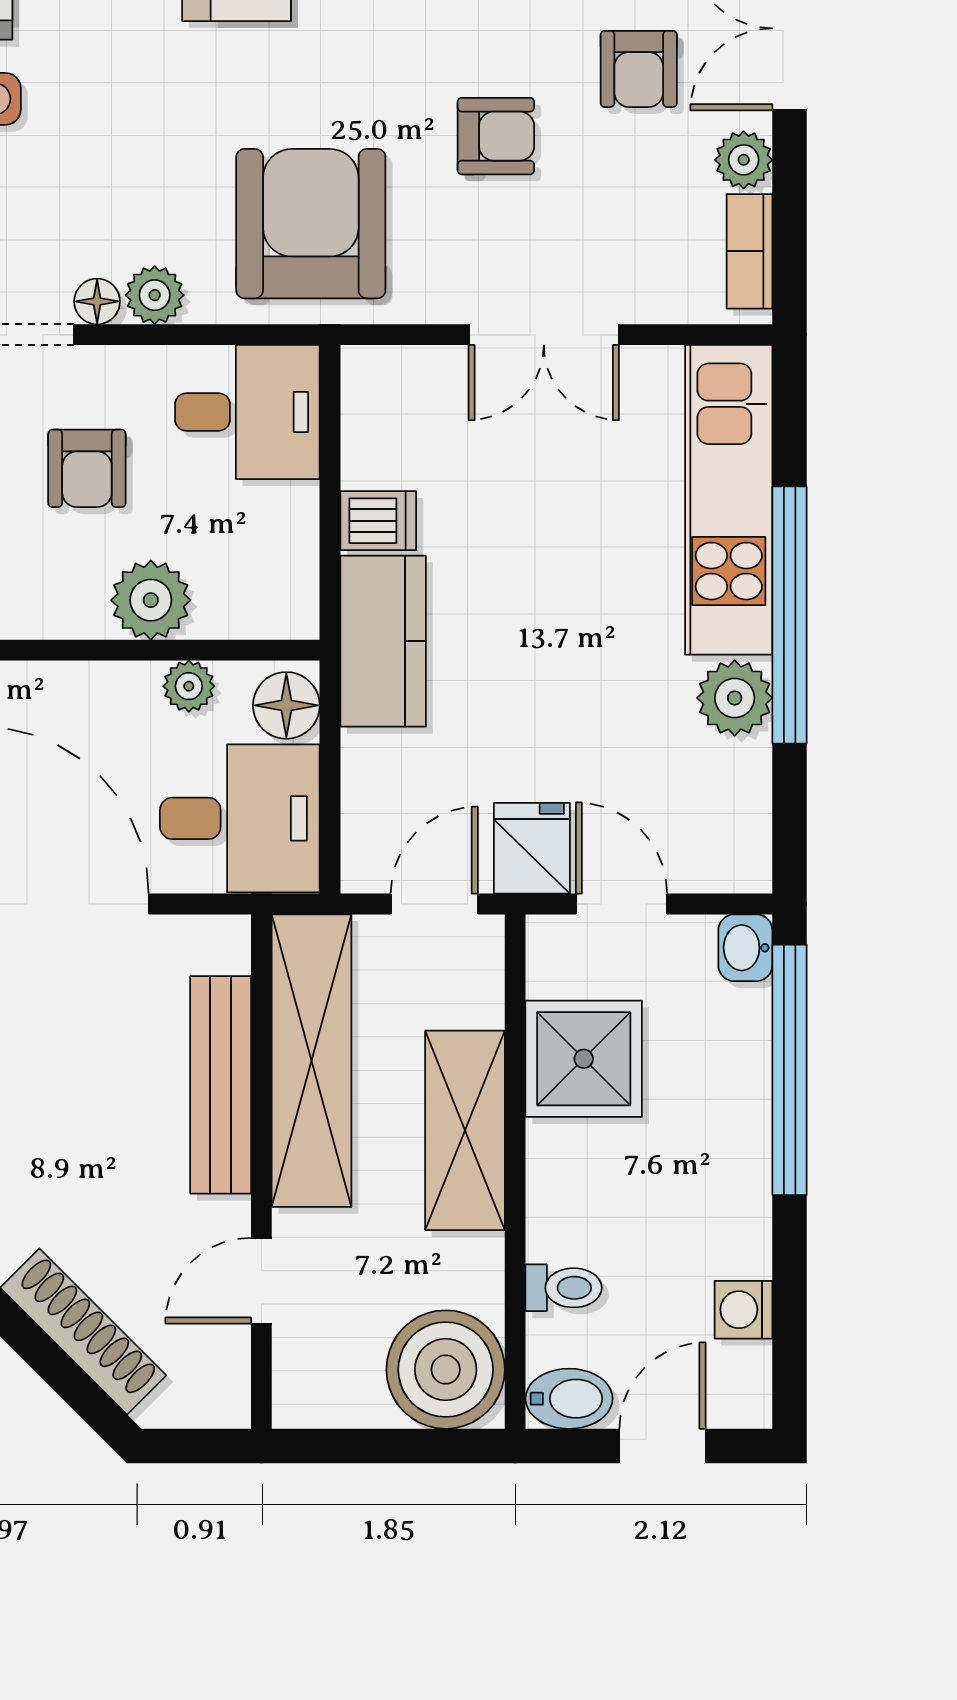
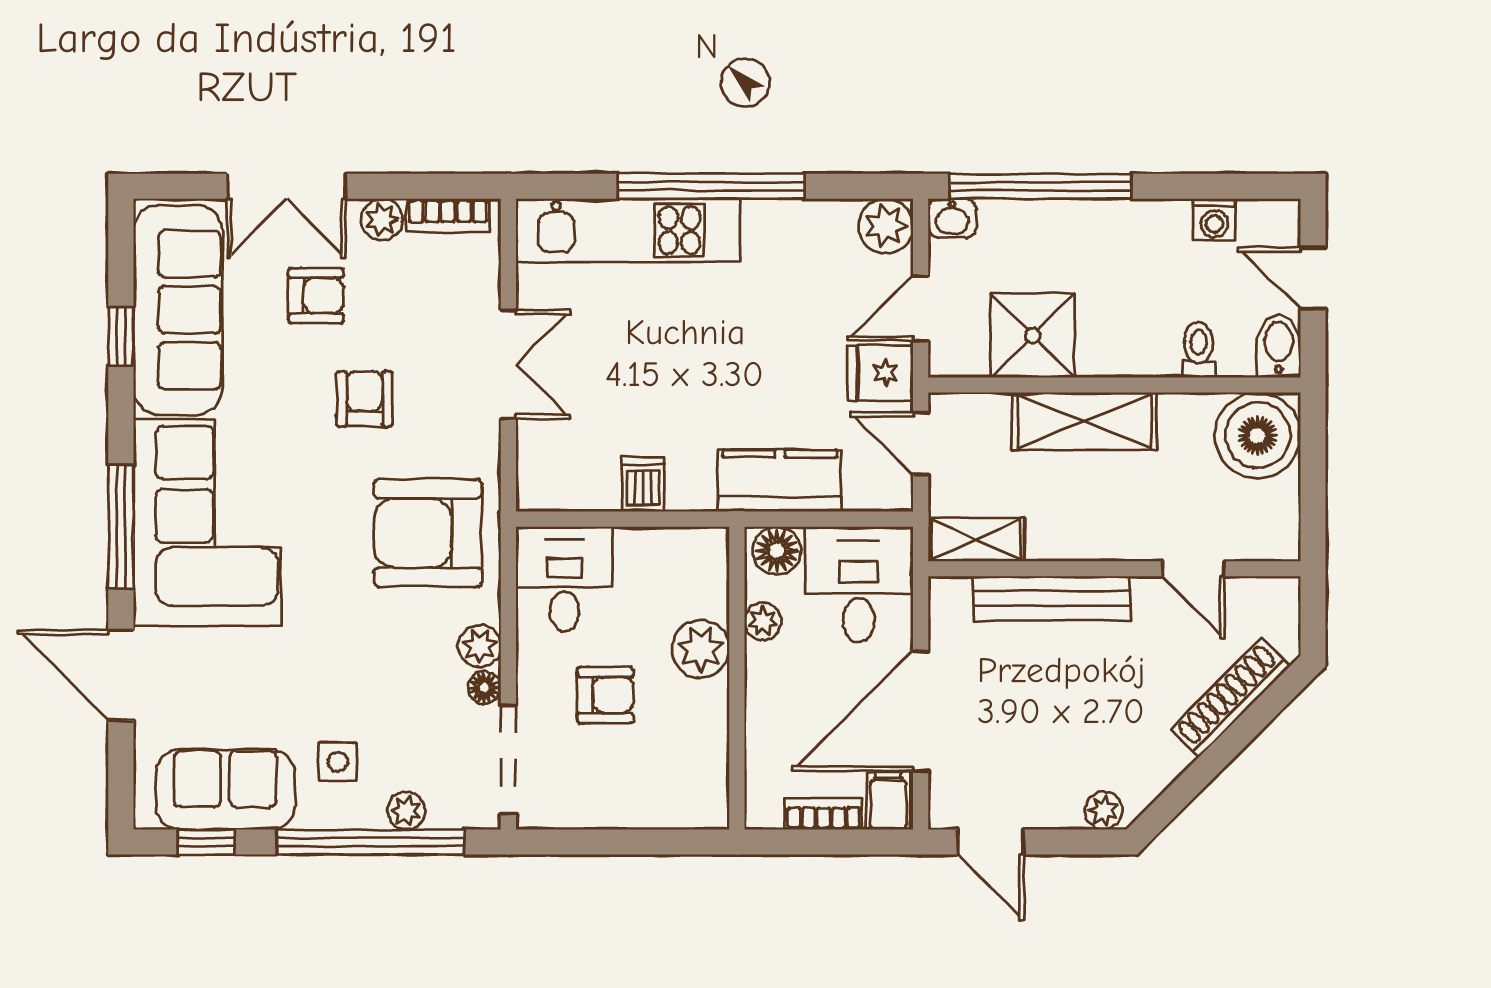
kitchen counter: (383, 641) -> (780, 481), moved
plant: (735, 698) -> (886, 226), moved
shelving: (312, 1061) -> (976, 540), width x0.45, depth x0.75

